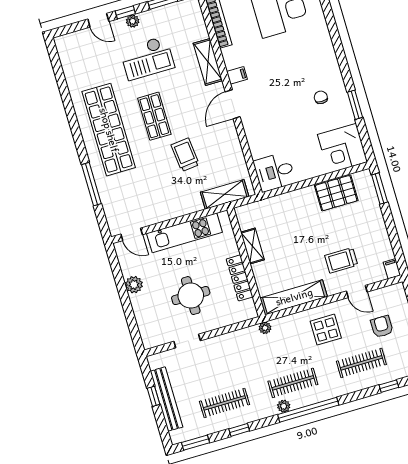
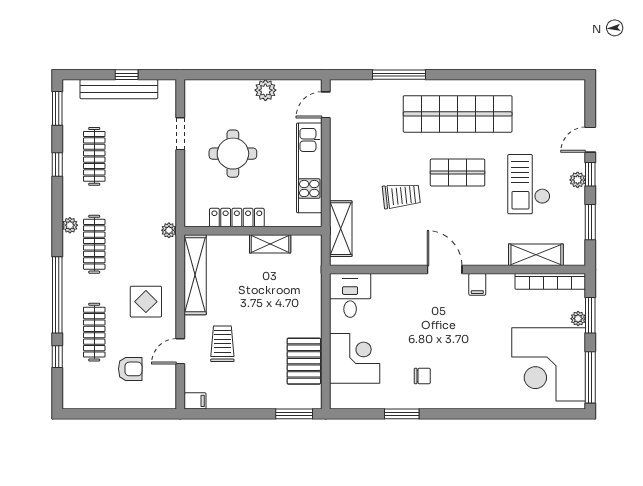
shelving: (208, 62) -> (536, 255), moved
corner desk: (343, 148) -> (355, 358), moved, turned 90
window: (308, 410) -> (57, 295), moved

